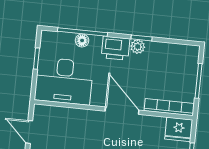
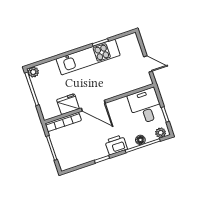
plant: (138, 47) -> (161, 133), moved
desk: (64, 81) -> (145, 106), width x0.73
fridge: (179, 129) -> (68, 104), moved

